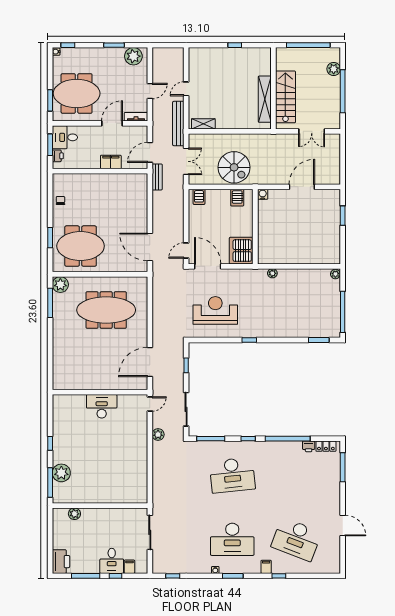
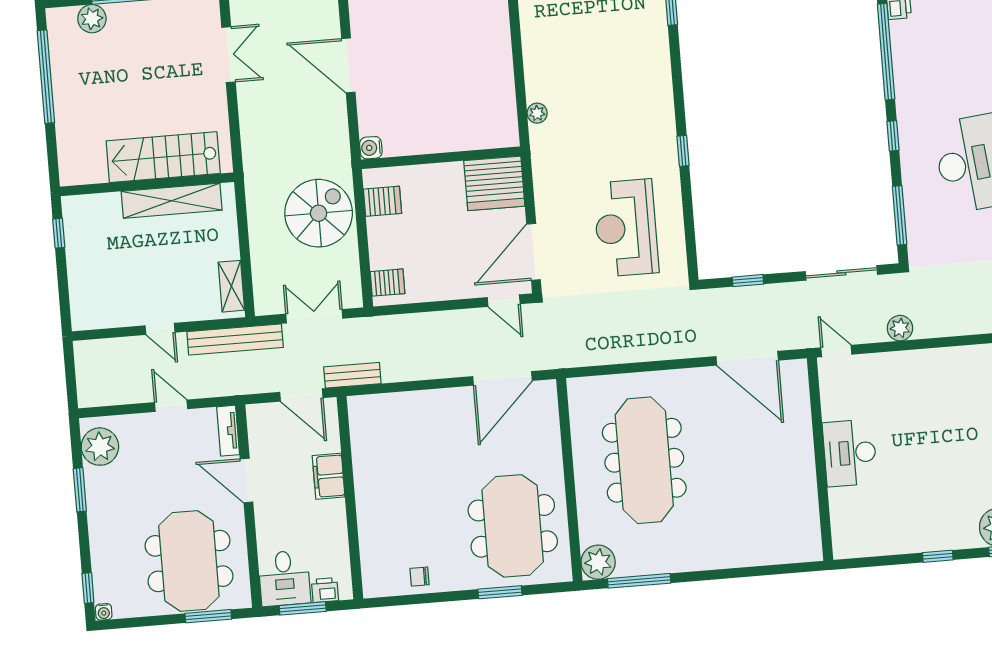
wall: (273, 88) -> (147, 184), moved
stairs: (285, 97) -> (163, 157), moved
shelving: (265, 99) -> (172, 201), moved

